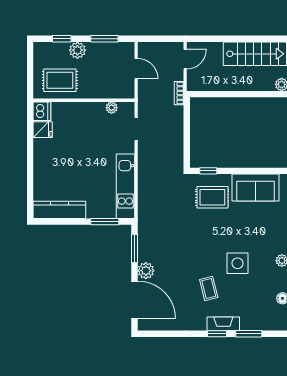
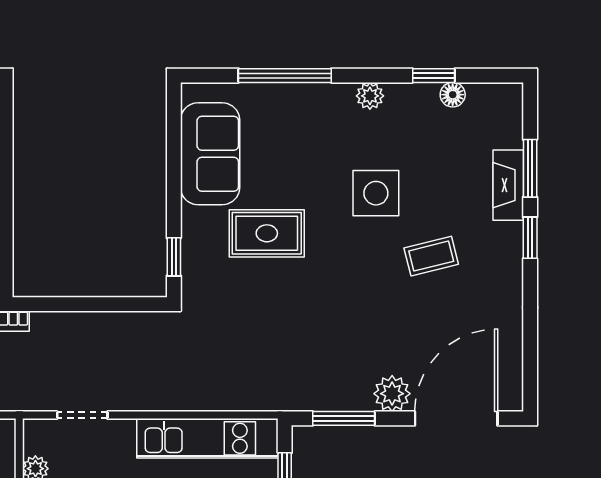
rug: (212, 197) -> (267, 233), moved, turned 90
fireplace: (223, 324) -> (508, 185), moved

